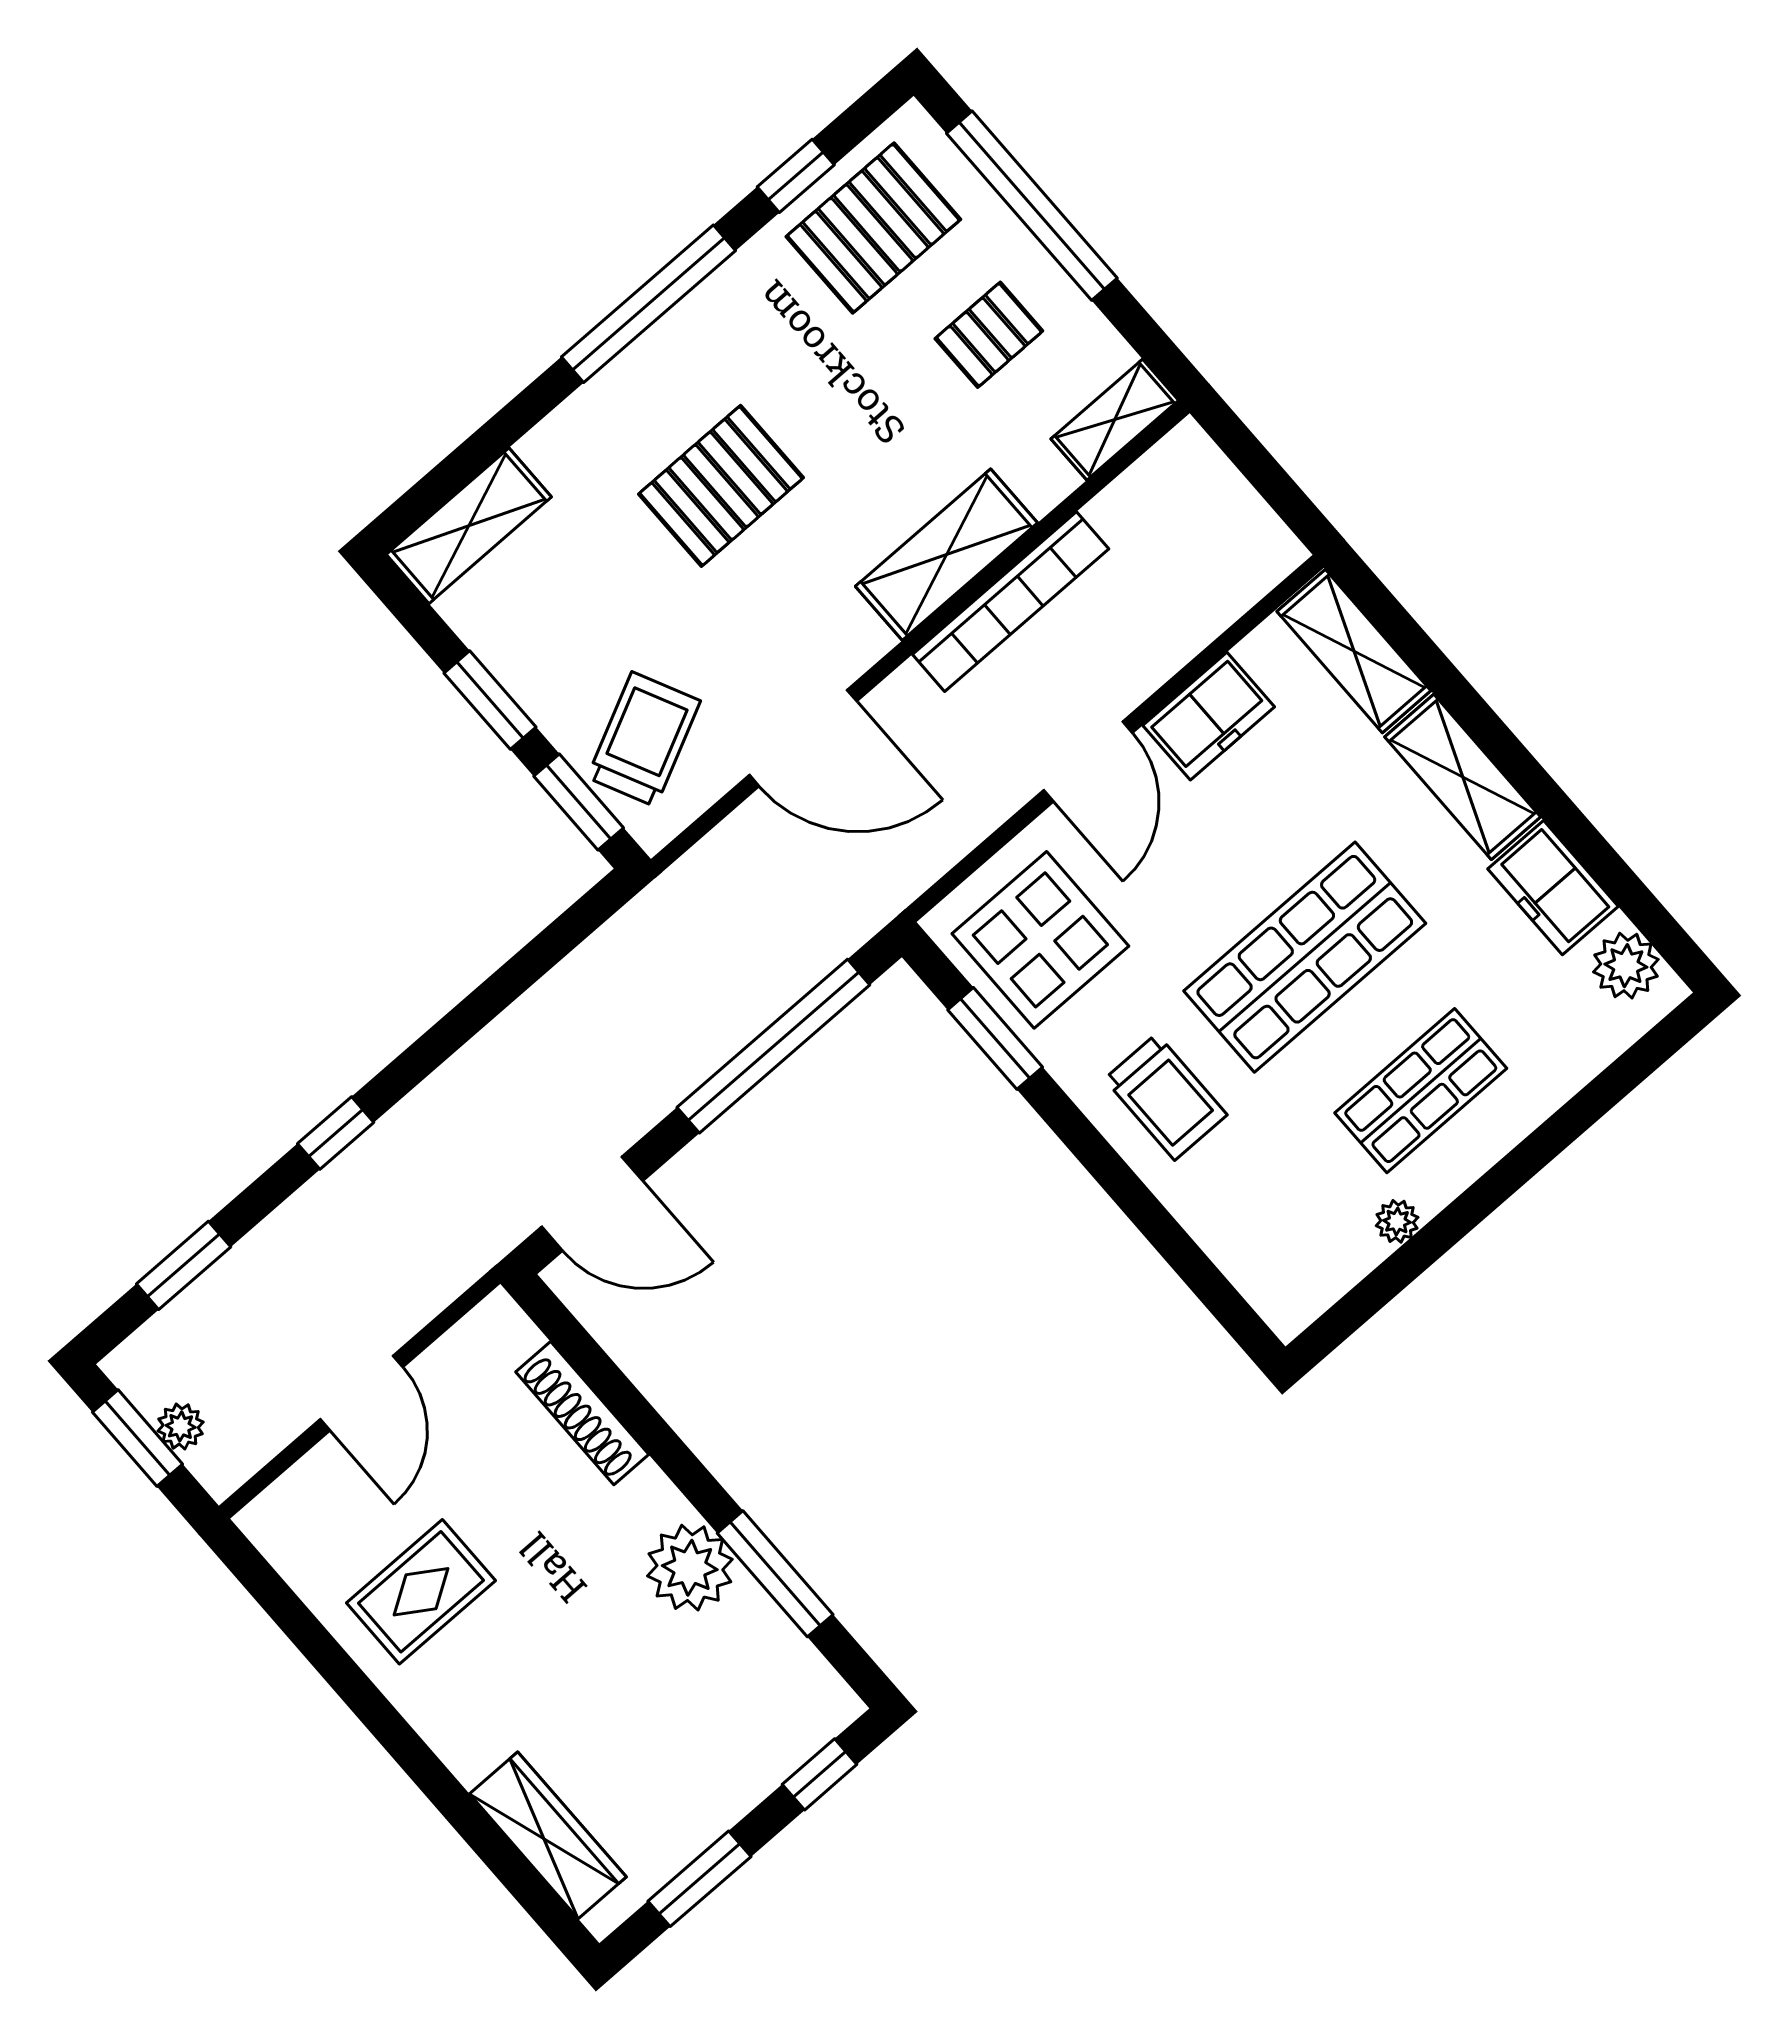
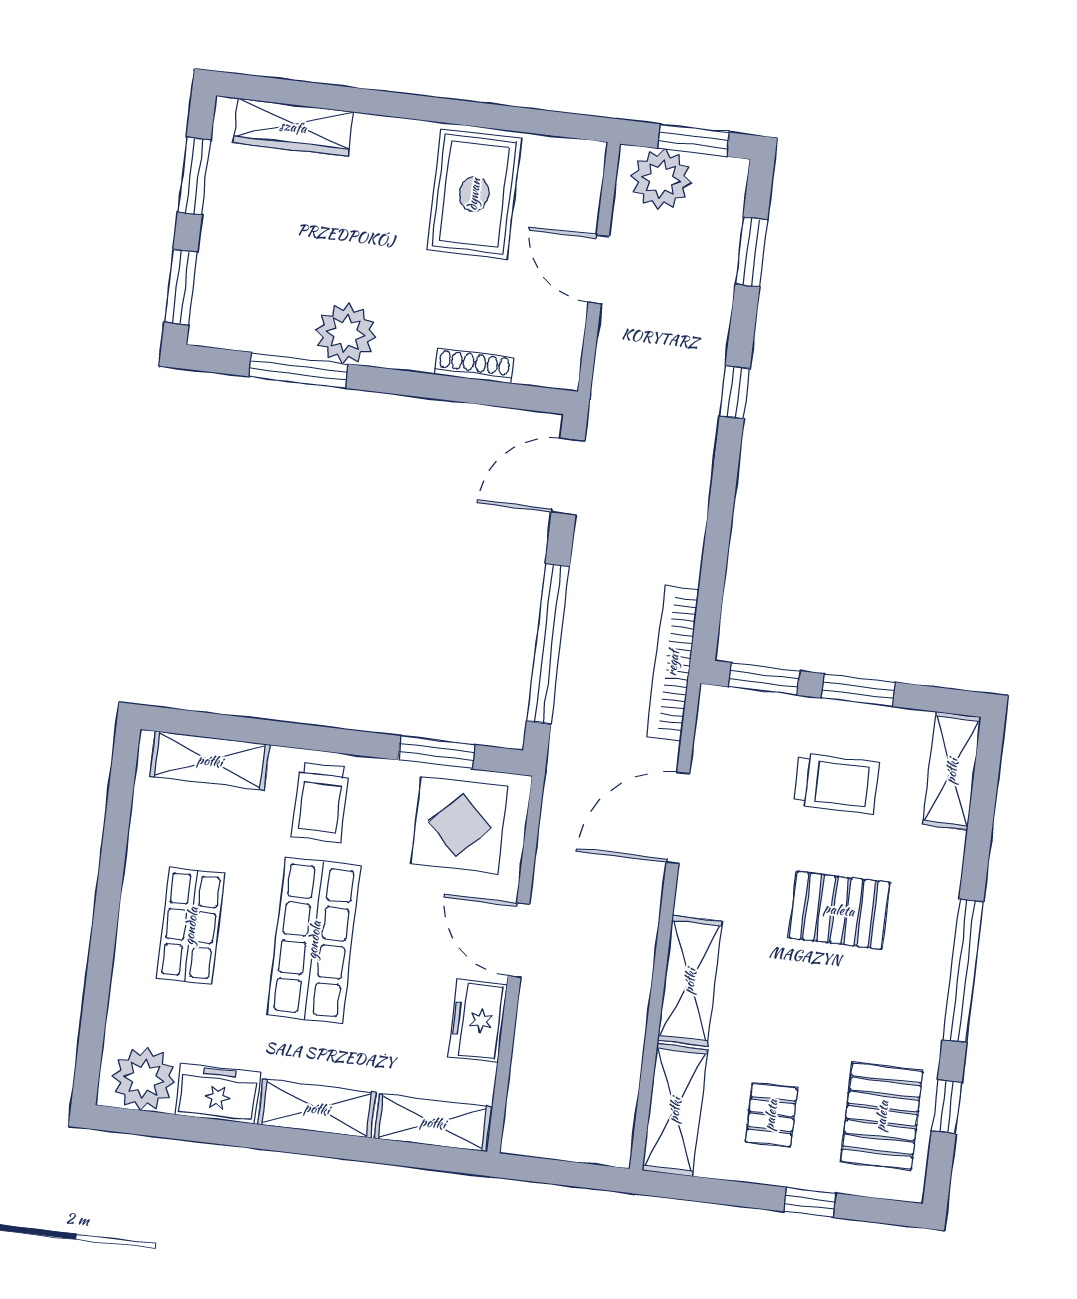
window: (1032, 206) -> (810, 1202), width x0.32
shelving: (1115, 420) -> (675, 1110), width x1.50, depth x1.33
pallet: (721, 486) -> (839, 910), turned 90
bookcase: (1011, 602) -> (673, 663), moved
trolley: (644, 739) -> (837, 784), moved, turned -64
plant: (1626, 966) -> (144, 1079), width x1.36, depth x1.36
trolley: (1166, 1097) -> (320, 802), turned -90
plant: (1397, 1221) -> (141, 847), removed
shelving: (1242, 1247) -> (210, 761), added
shoe rack: (582, 1413) -> (474, 366), width x0.74, depth x0.81
plant: (181, 1426) -> (661, 179), width x1.88, depth x1.88
rug: (421, 1592) -> (474, 194), width x1.36, depth x1.43
window: (820, 1774) -> (181, 287), width x1.50

